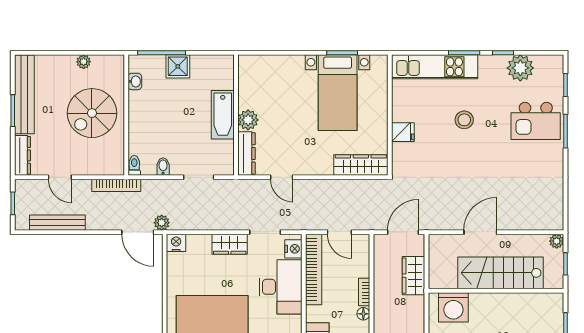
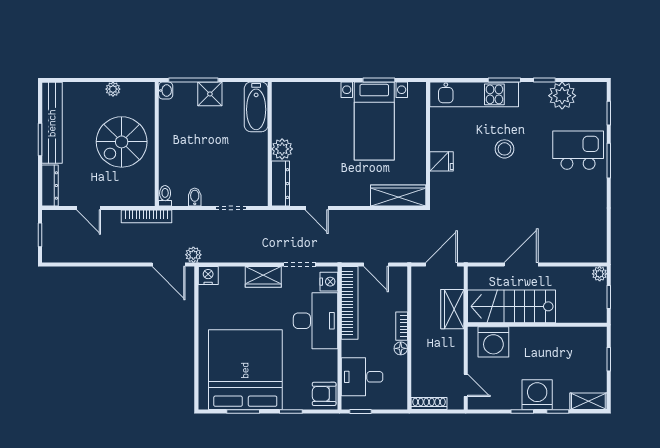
washbasin: (135, 81) -> (166, 91), moved
bathtub: (223, 115) -> (256, 107), moved
kitchen island: (536, 121) -> (578, 150), turned 180
bench: (57, 223) -> (86, 255), removed
stairs: (500, 273) -> (511, 306), moved

